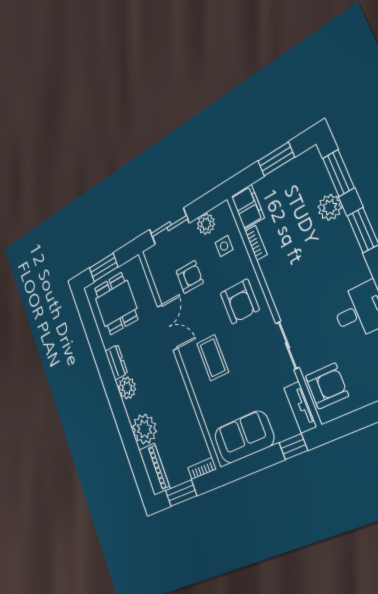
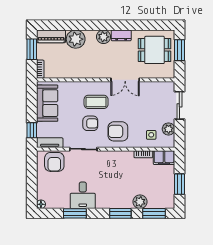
armchair: (190, 277) -> (90, 123), moved, turned -90

